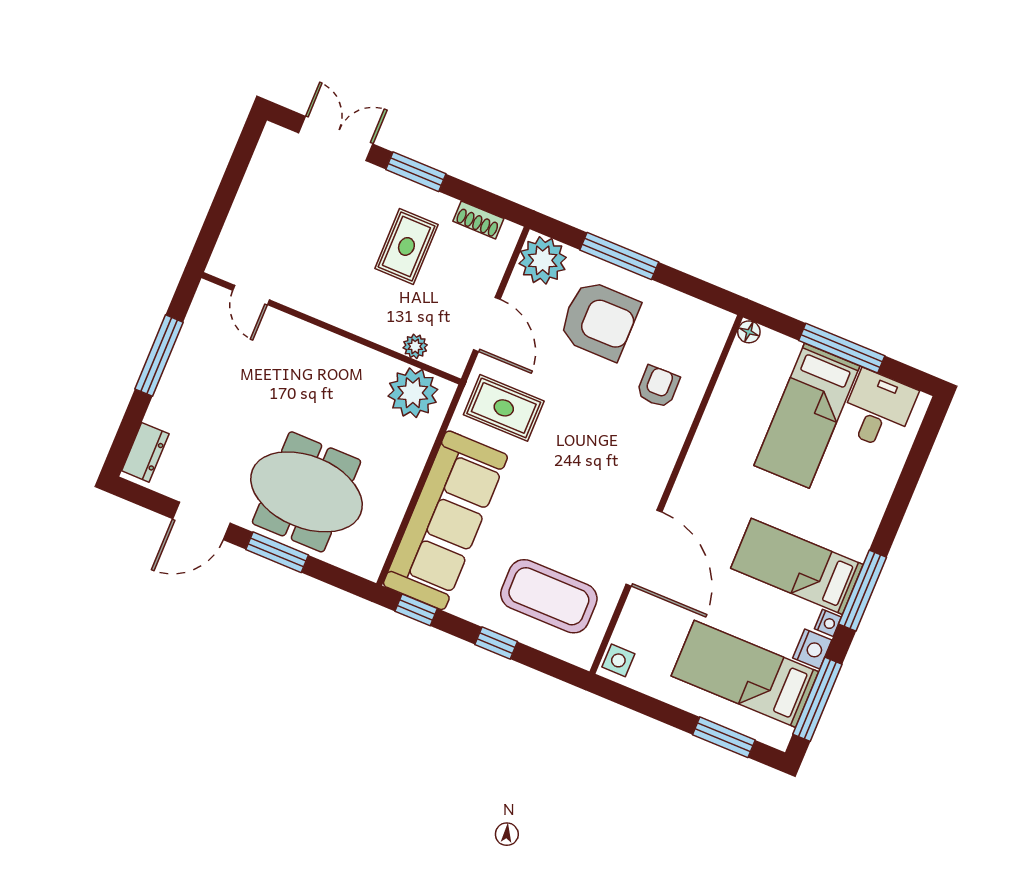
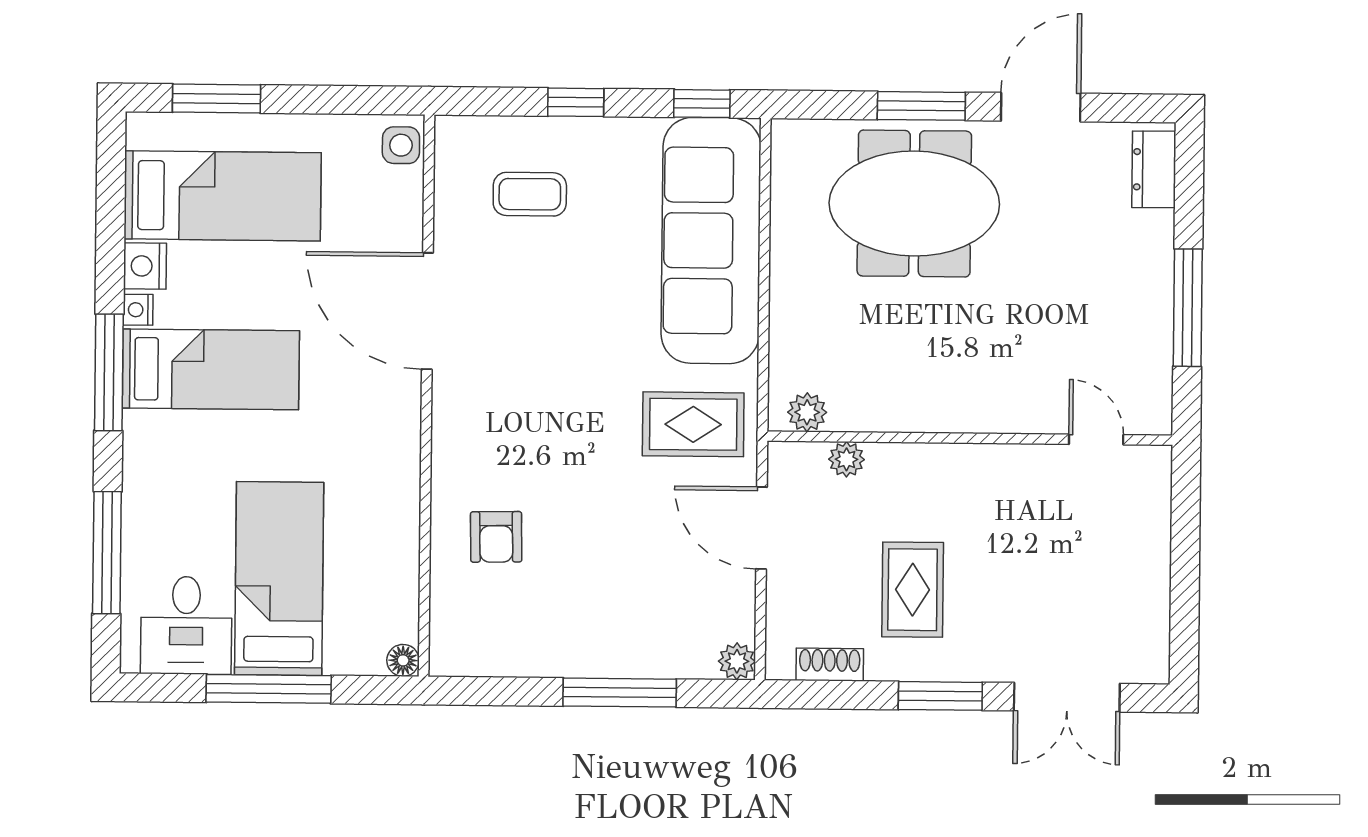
plant: (543, 260) -> (737, 661), width x0.53, depth x0.53
armchair: (599, 320) -> (612, 595), removed
plant: (413, 393) -> (807, 412), width x0.53, depth x0.53
coffee table: (549, 596) -> (530, 194), width x0.54, depth x0.58
window: (817, 699) -> (107, 553), moved

